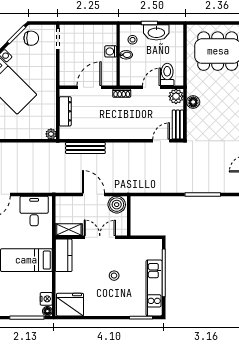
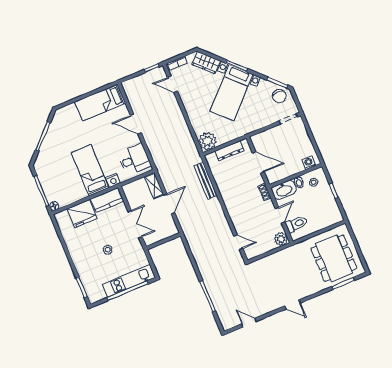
washbasin: (156, 32) -> (284, 190), moved, turned -90
washing machine: (111, 51) -> (309, 163), moved
door: (152, 87) -> (280, 215), hinge flipped
floor lamp: (193, 102) -> (282, 256), removed
bench: (178, 125) -> (258, 251), removed
plant: (51, 134) -> (208, 141), width x1.88, depth x1.88
boiler: (117, 205) -> (169, 227), removed
shelving: (69, 230) -> (154, 186), moved
kitchen unit: (154, 288) -> (129, 281), moved
nightstand: (46, 299) -> (113, 180), moved
fridge: (70, 305) -> (82, 214), moved, turned 90

